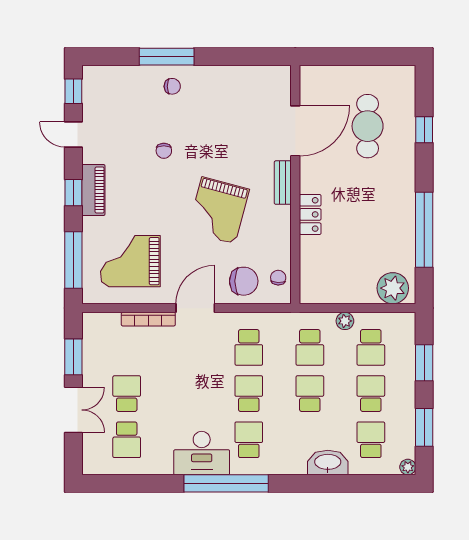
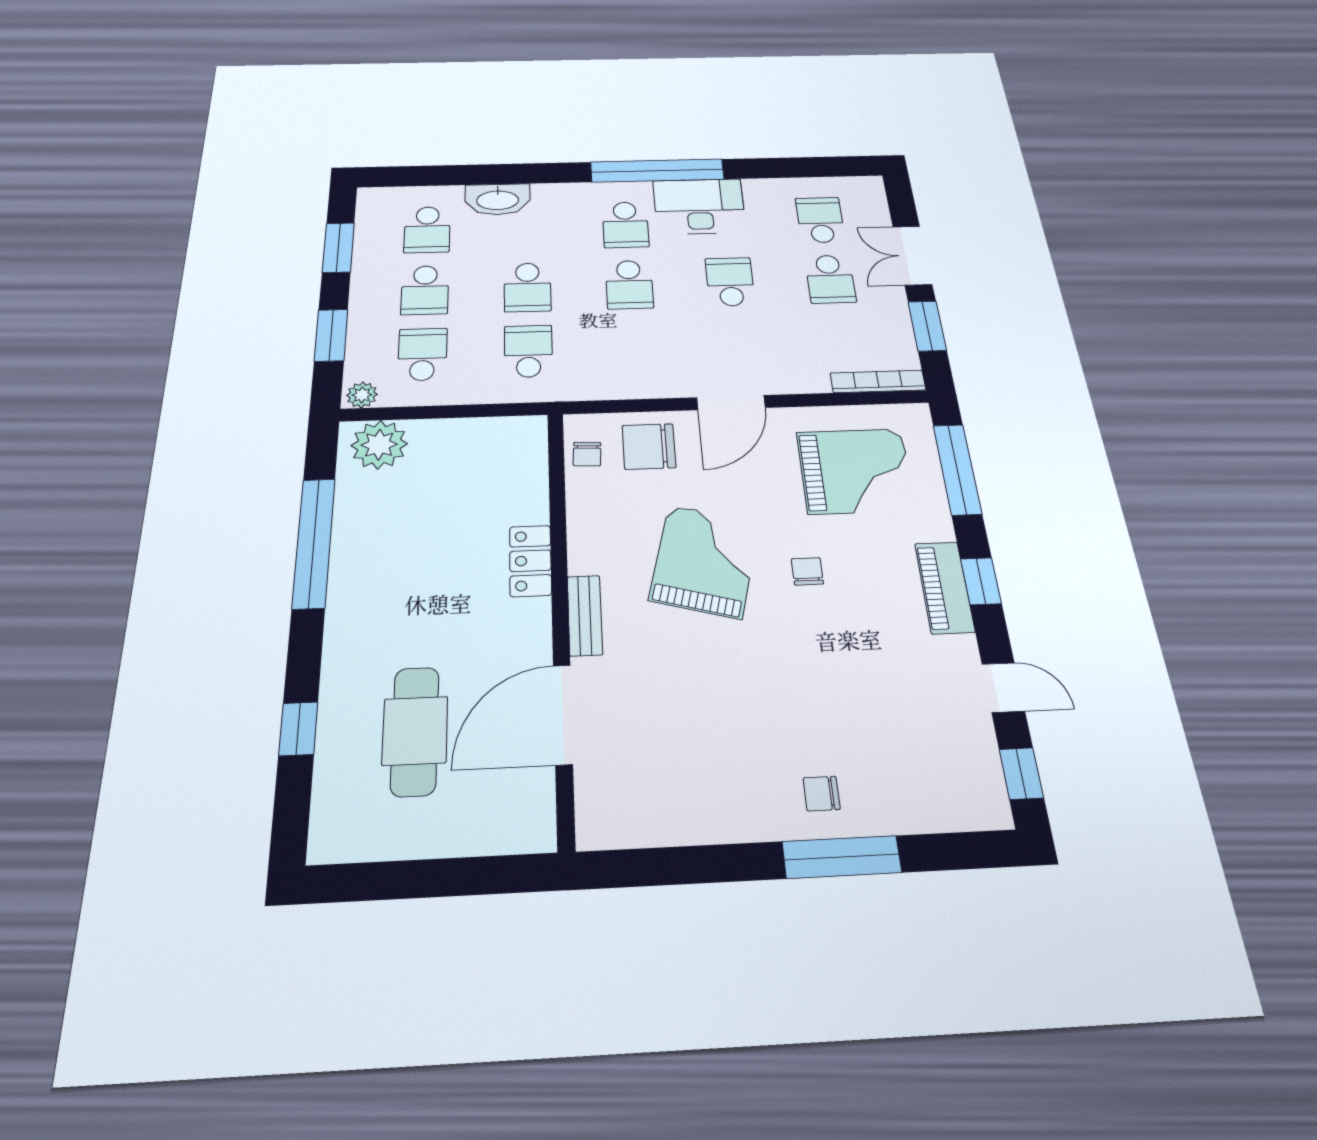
chair: (164, 151) -> (807, 571), moved
bookcase: (148, 319) -> (878, 381), moved
plant: (345, 321) -> (362, 395), moved
school desk: (249, 347) -> (730, 282), moved
plant: (408, 467) -> (369, 197), removed

